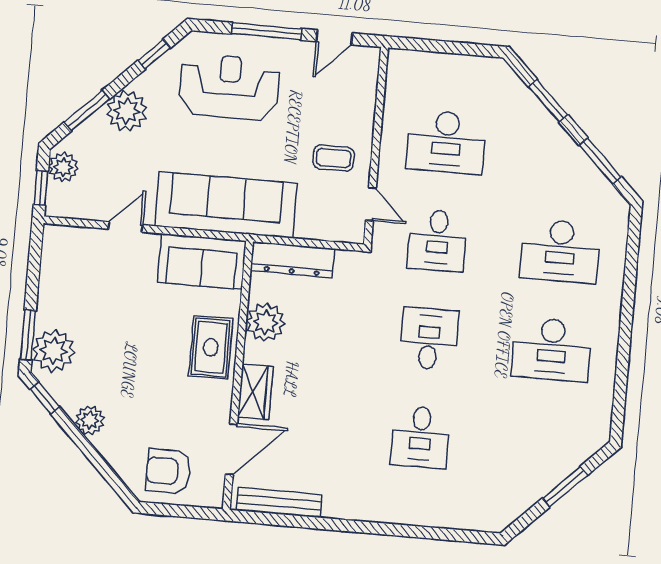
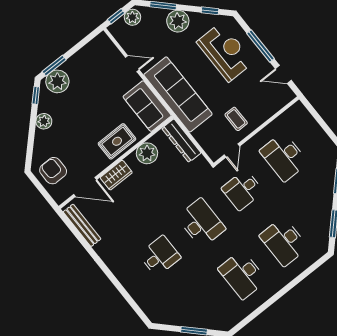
desk: (429, 339) -> (201, 223), width x1.37
desk: (420, 437) -> (160, 256), turned 180

